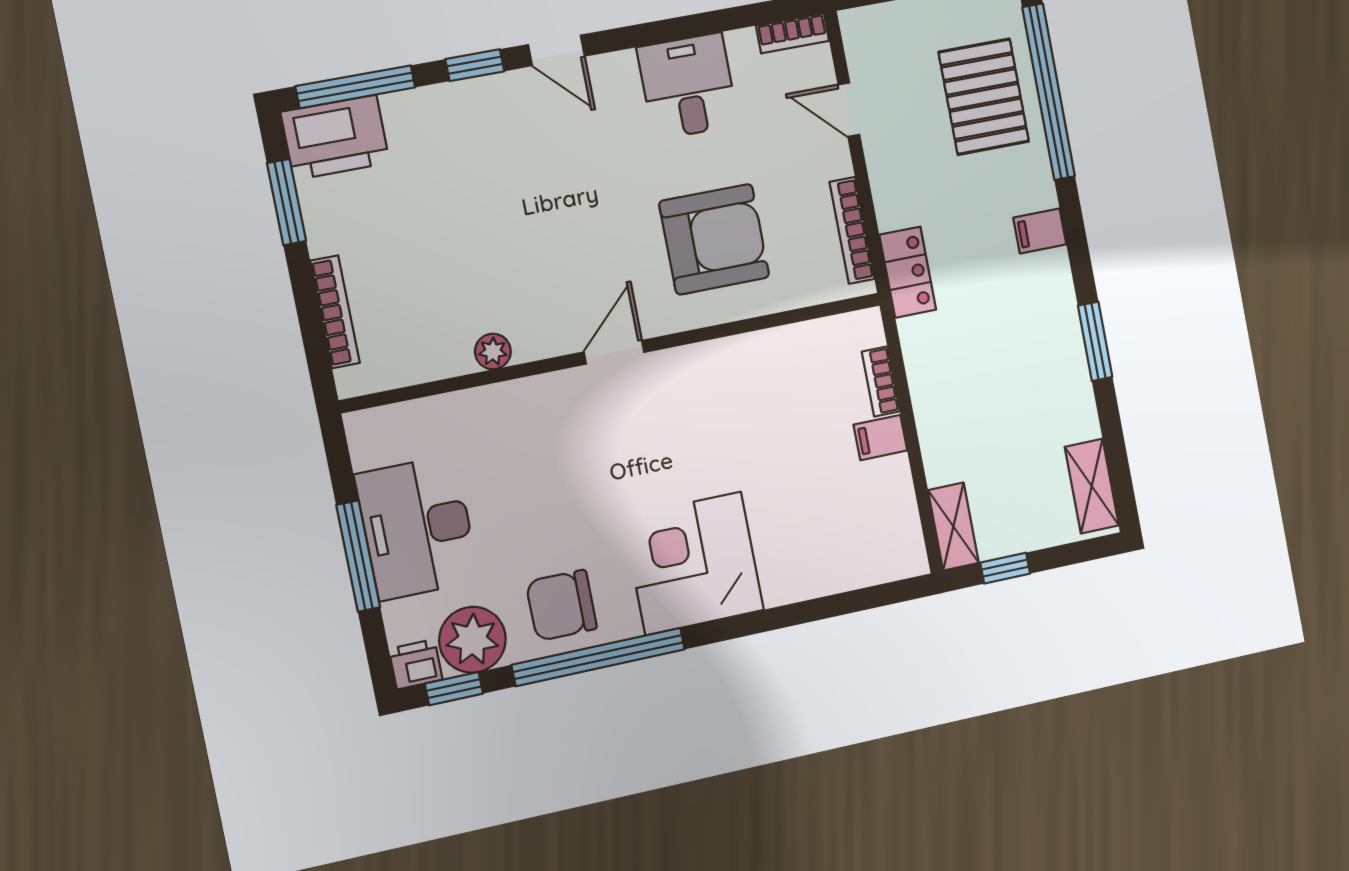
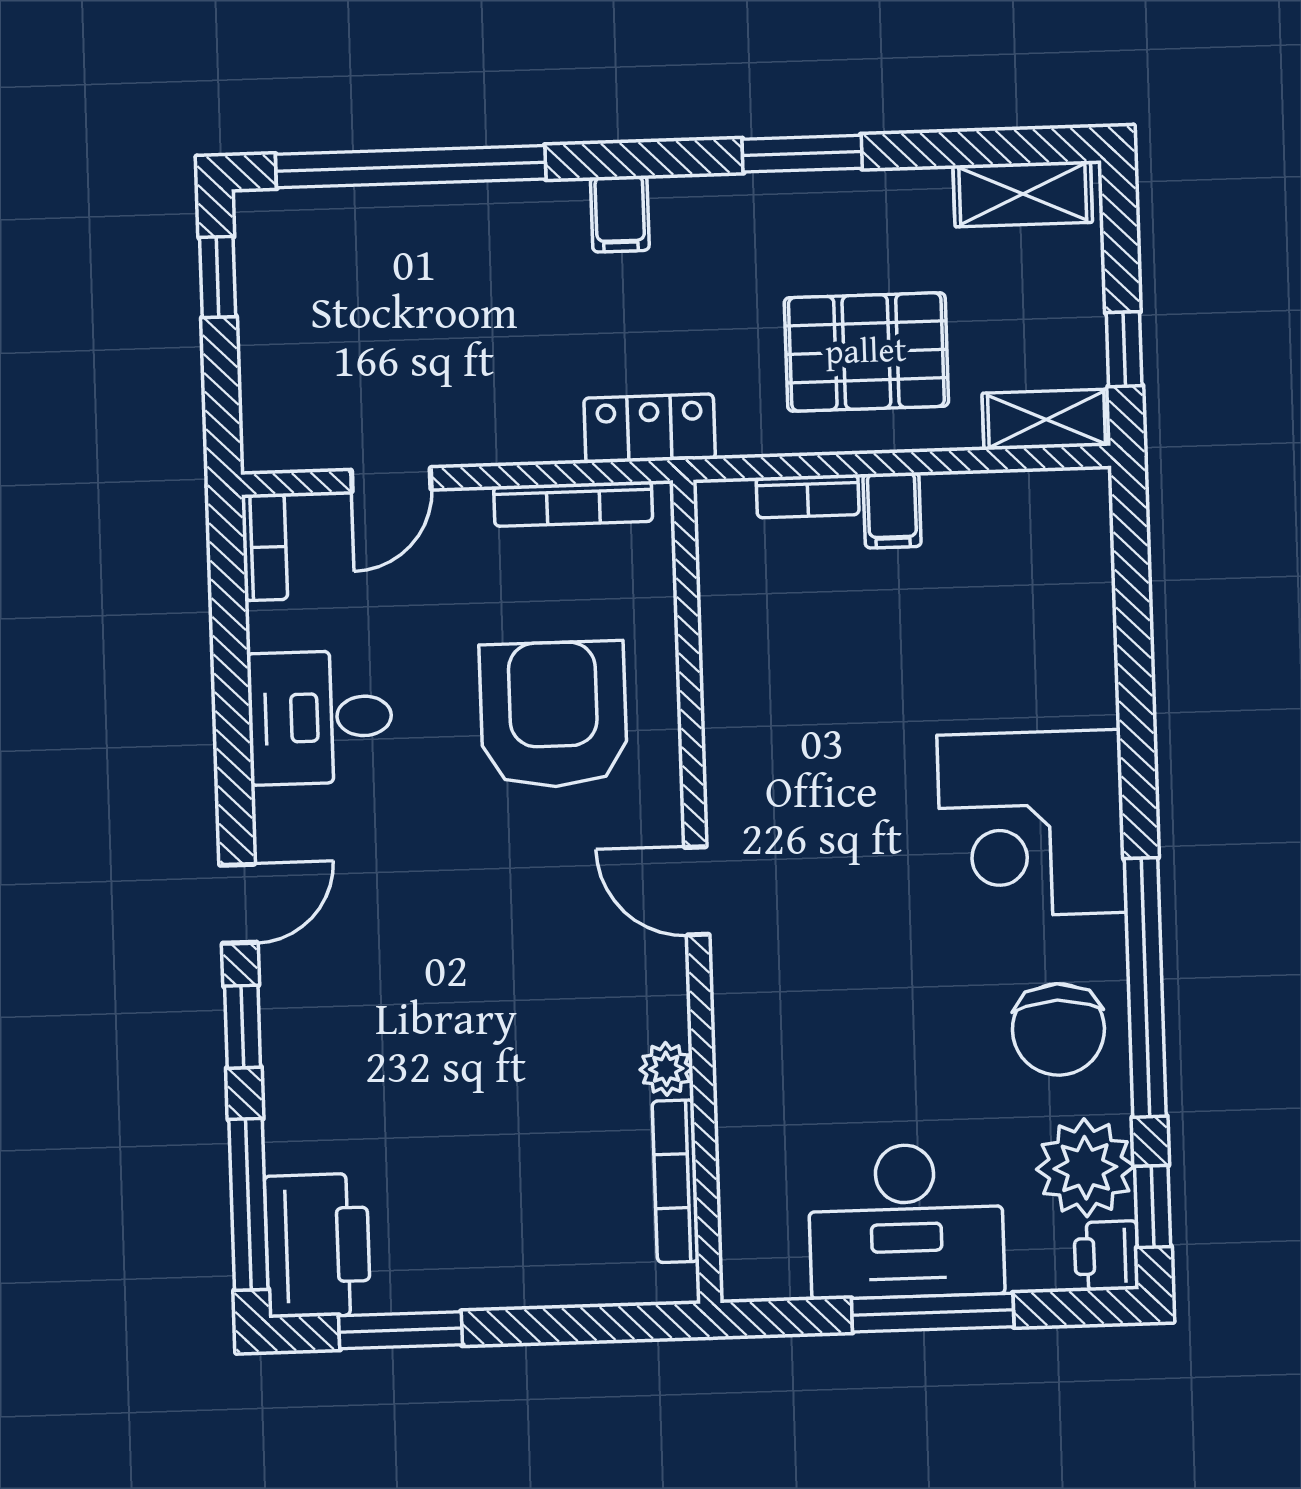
pallet: (984, 97) -> (866, 352), moved
bookcase: (335, 312) -> (676, 1181), moved, turned -90

